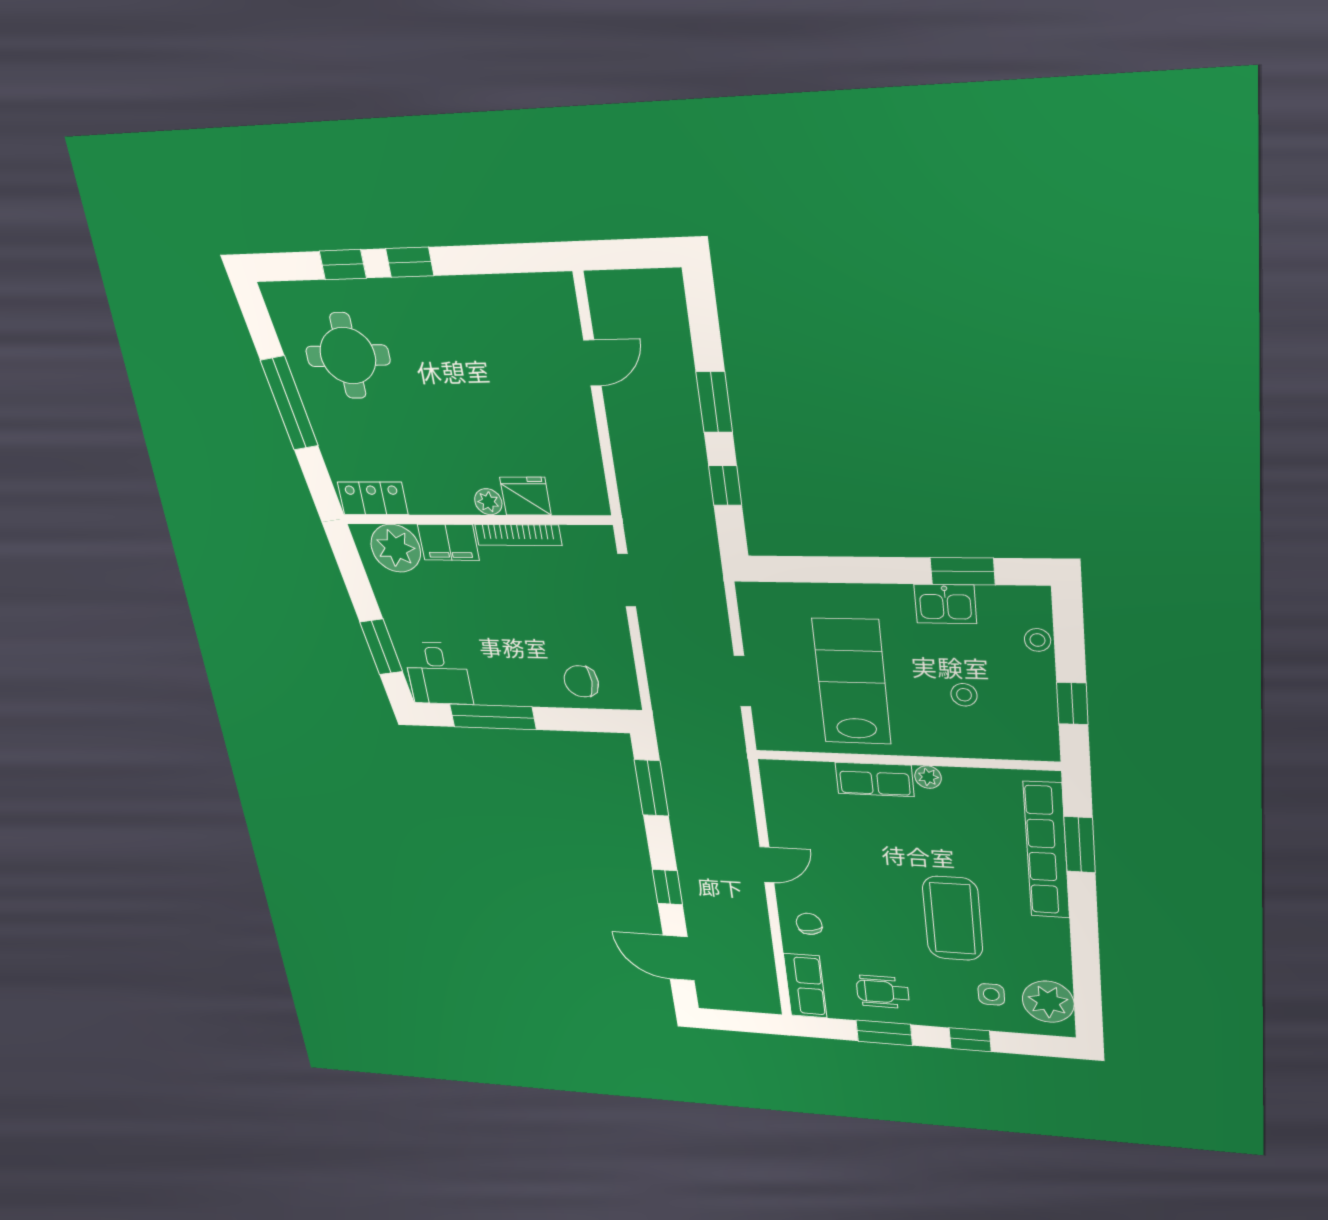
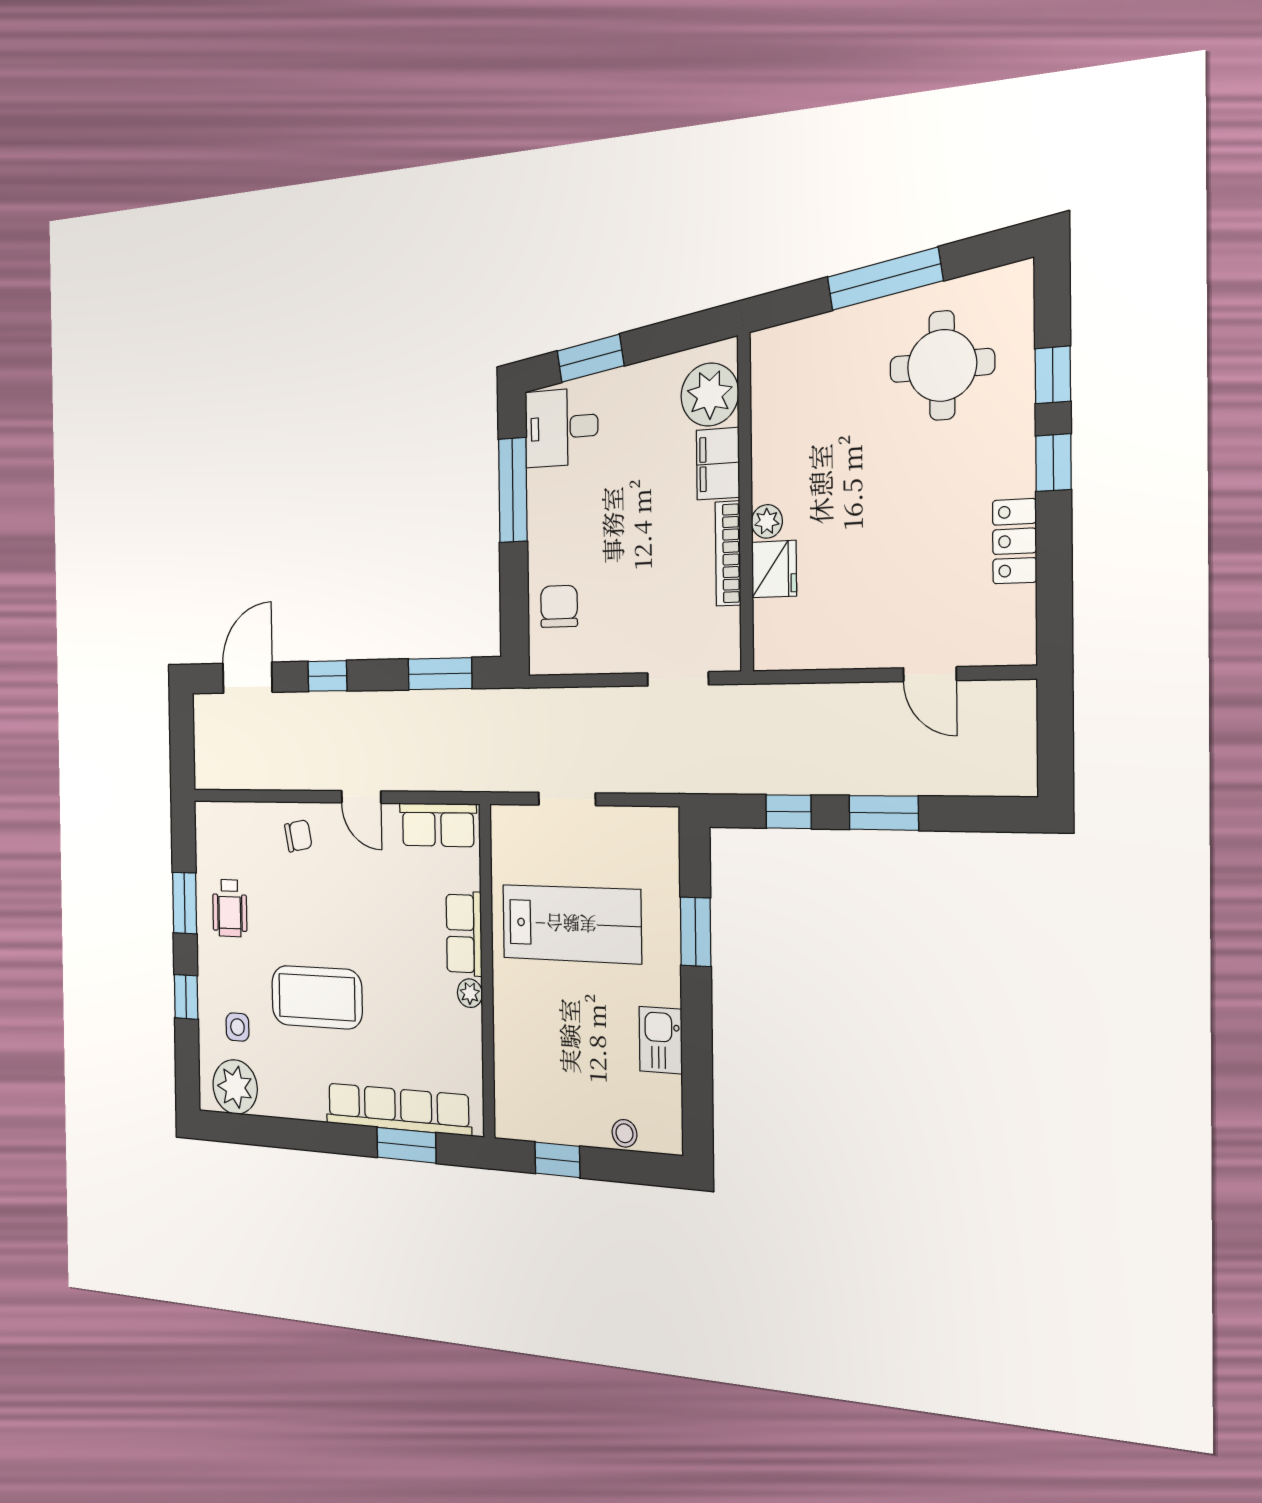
locker: (373, 498) -> (1015, 541), moved, turned 180
window: (963, 571) -> (696, 932), moved
stool: (964, 695) -> (562, 1046), removed
row of seats: (805, 986) -> (438, 825), moved
wheelchair: (883, 992) -> (230, 908), turned 180

